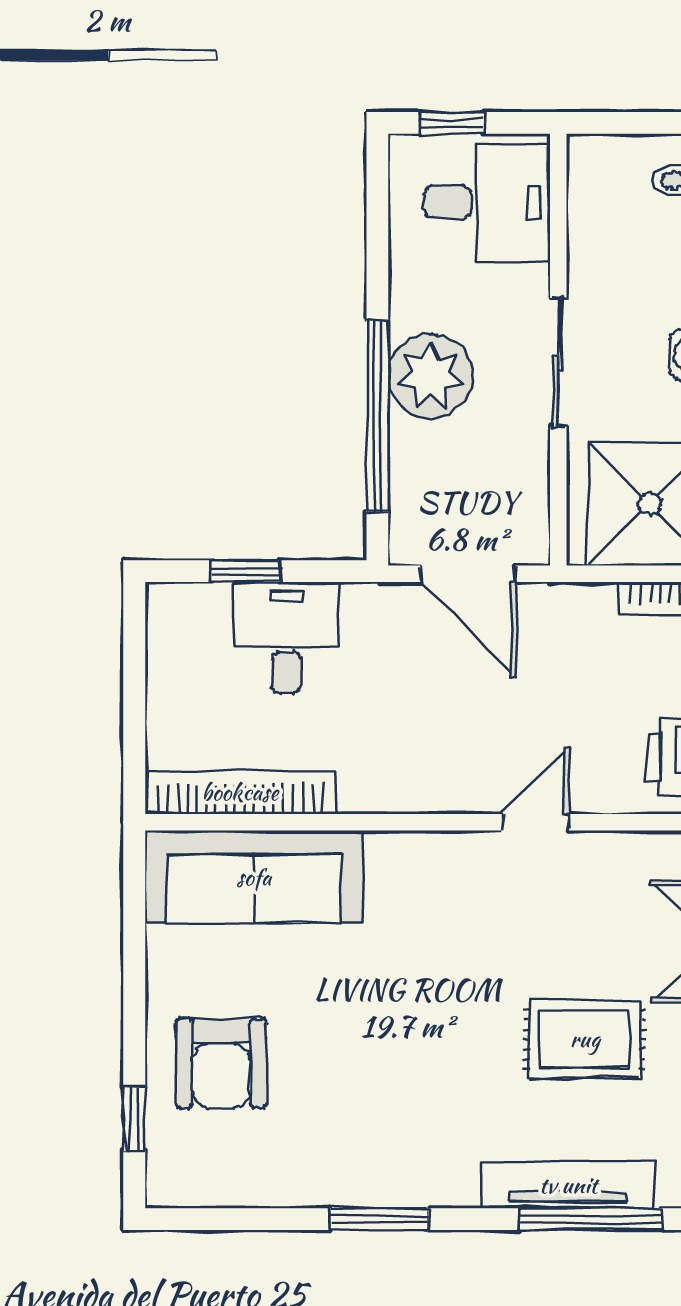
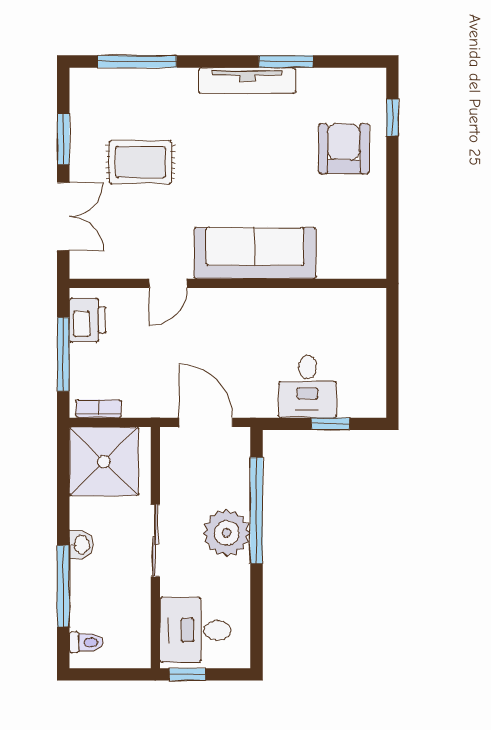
window: (452, 123) -> (187, 674), moved
bookcase: (240, 792) -> (333, 300), removed
sofa: (254, 877) -> (255, 253), moved
tv unit: (568, 1185) -> (247, 81), moved
window: (379, 1219) -> (286, 62), moved

